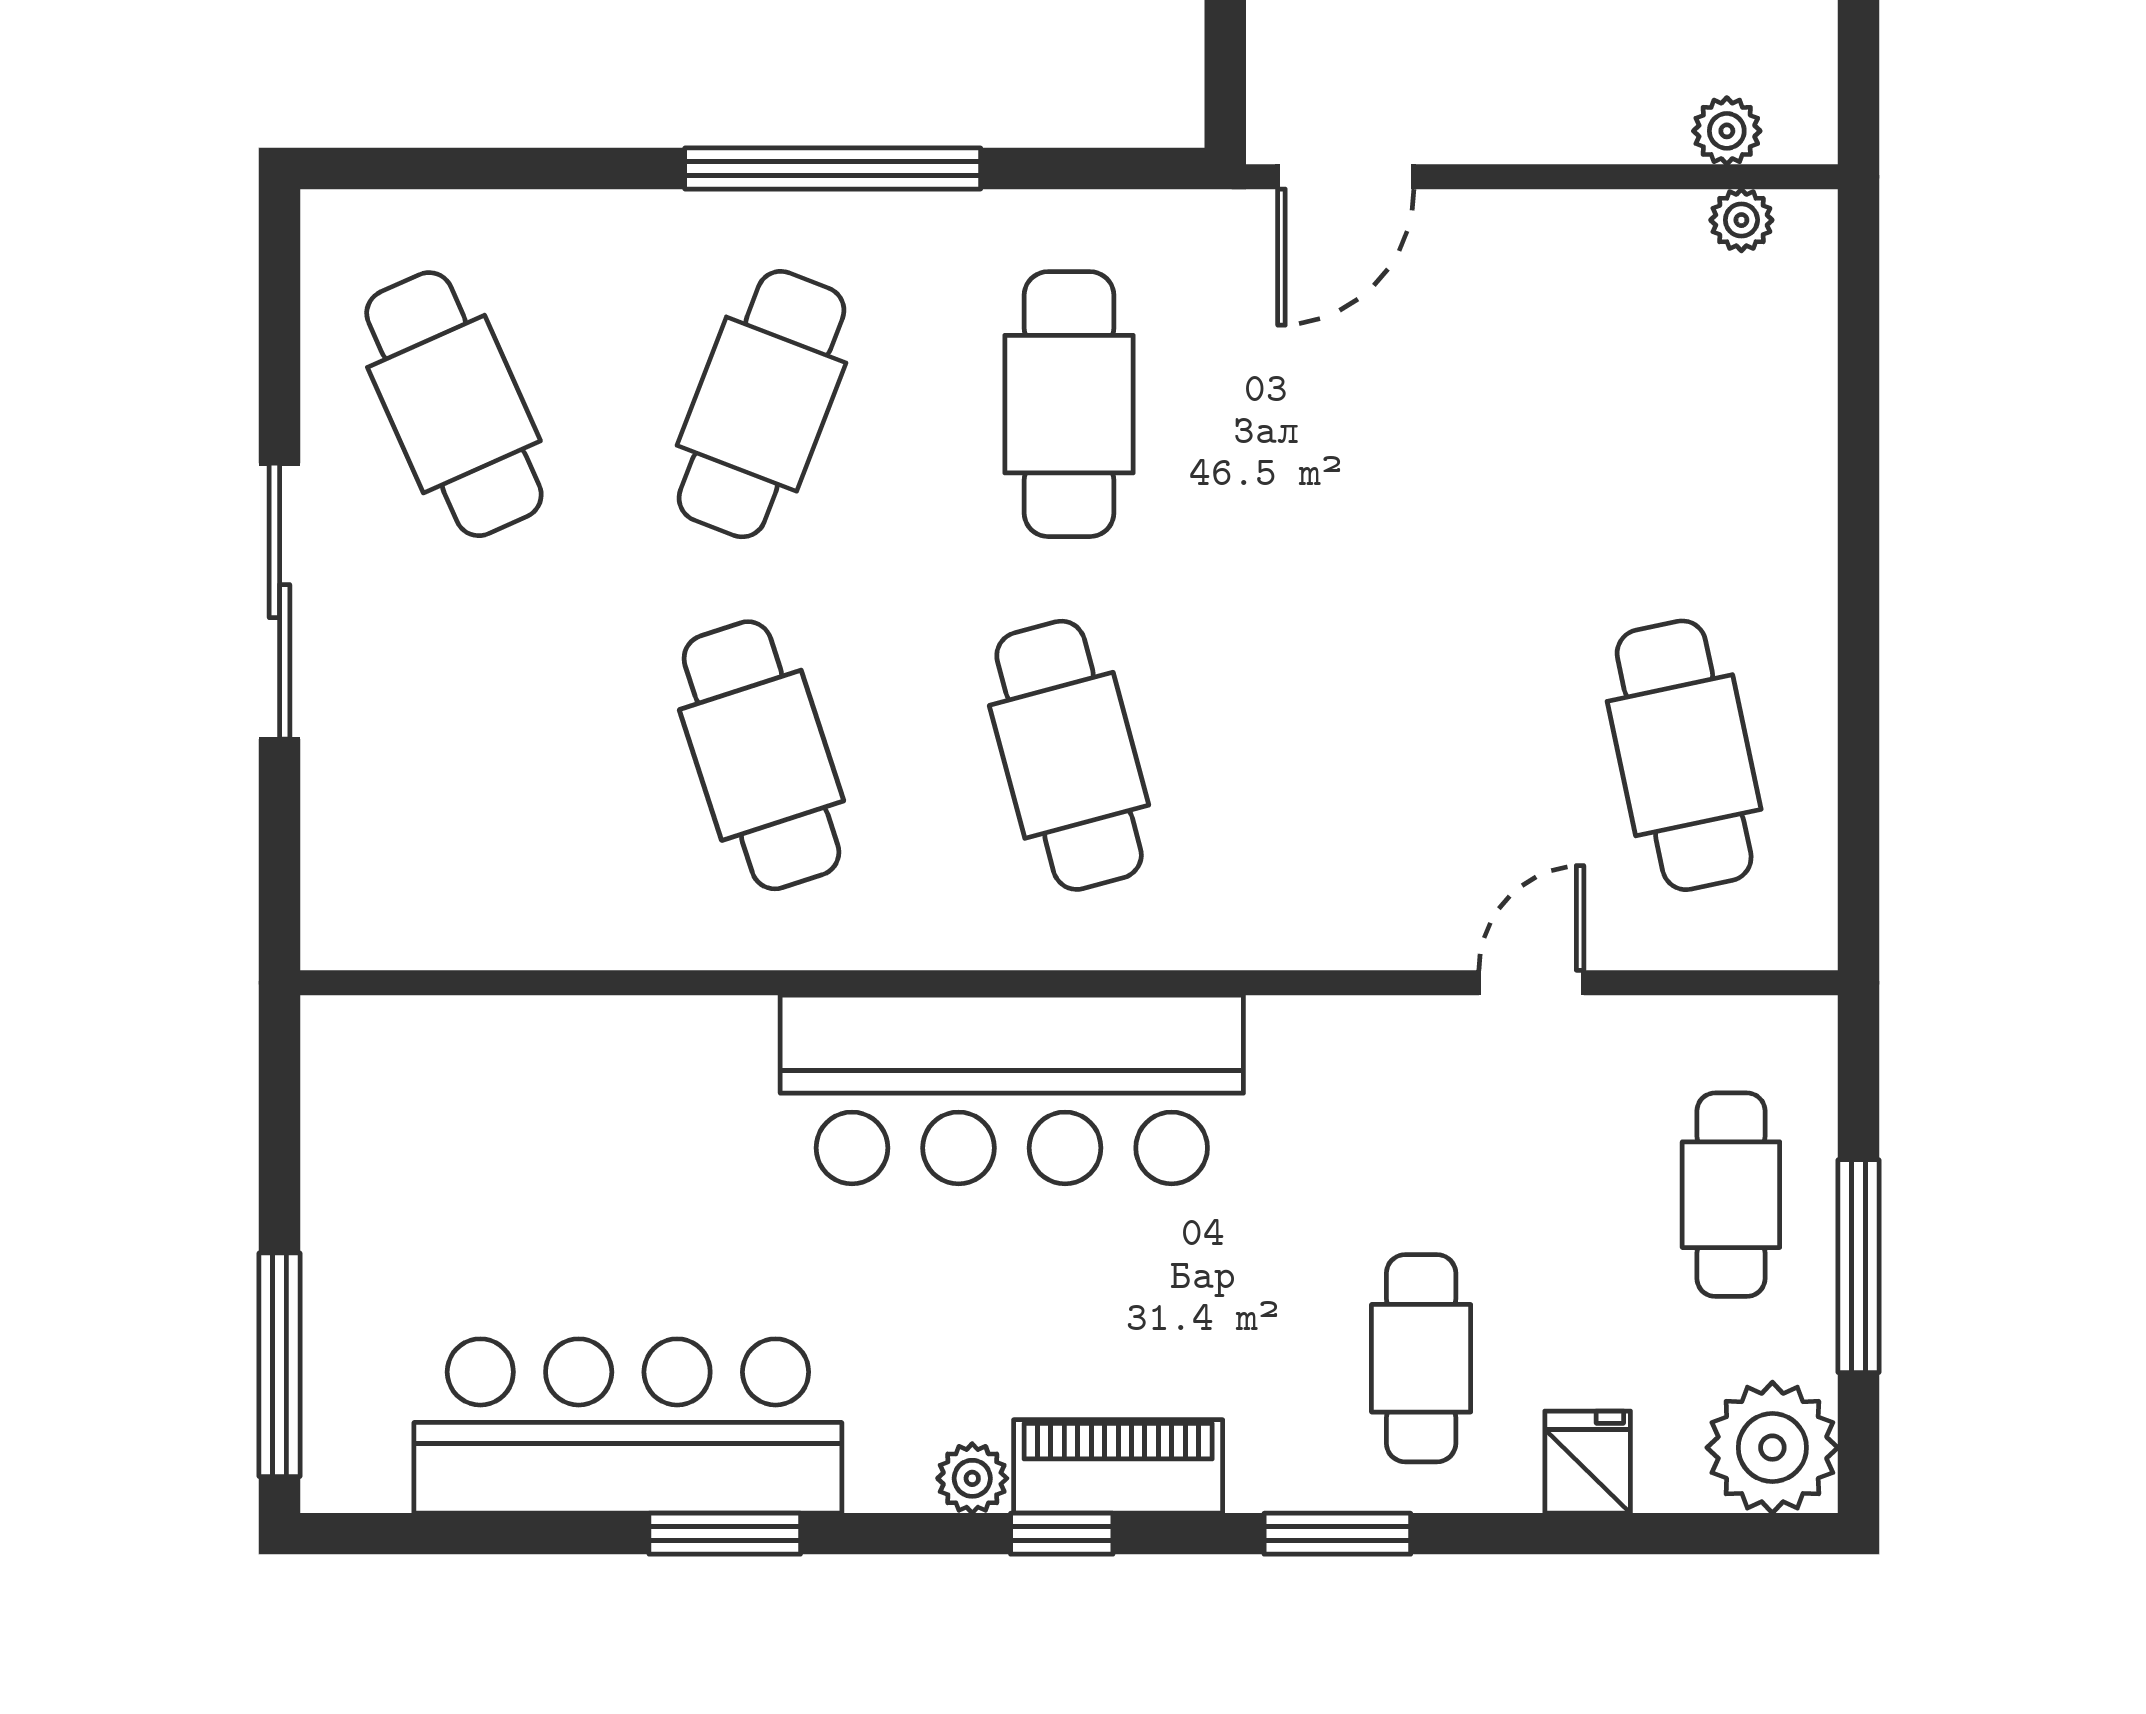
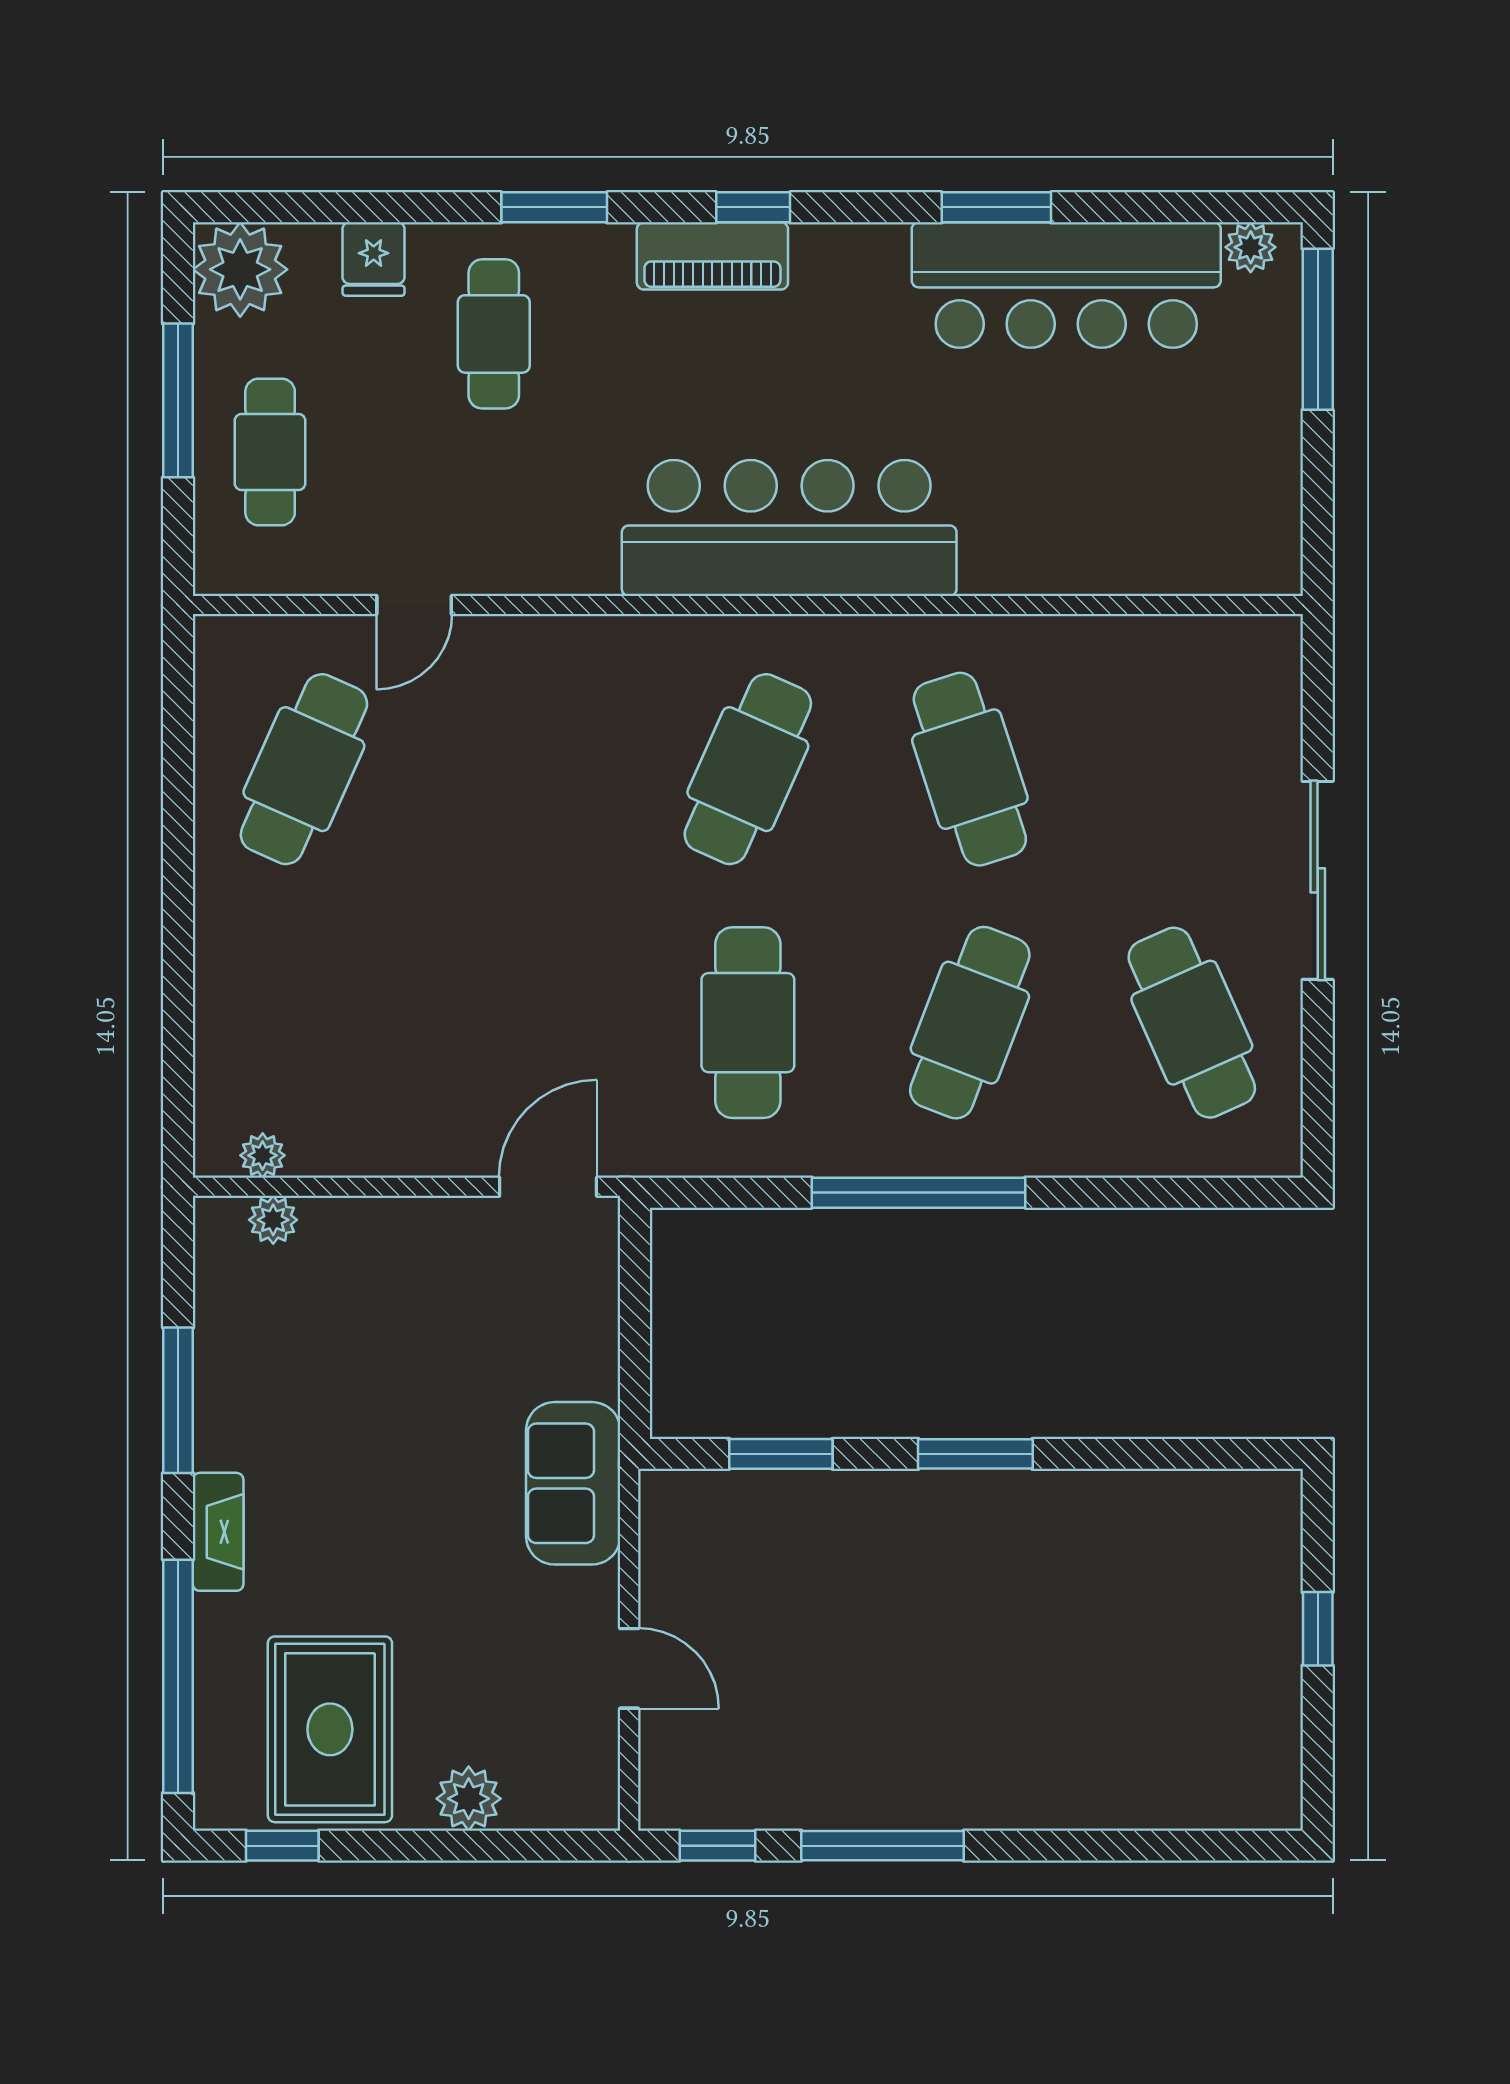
cafe table: (1069, 755) -> (748, 769), turned 39
cafe table: (1684, 755) -> (304, 769), turned 36
plant: (972, 1478) -> (1251, 247), moved

